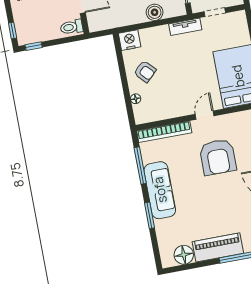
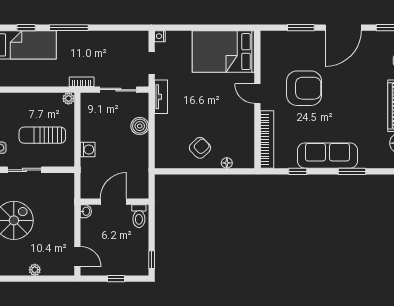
window: (13, 31) -> (116, 279), moved
nightstand: (130, 40) -> (160, 36), moved, width x0.53, depth x0.56
window: (140, 166) -> (298, 171), width x0.46

